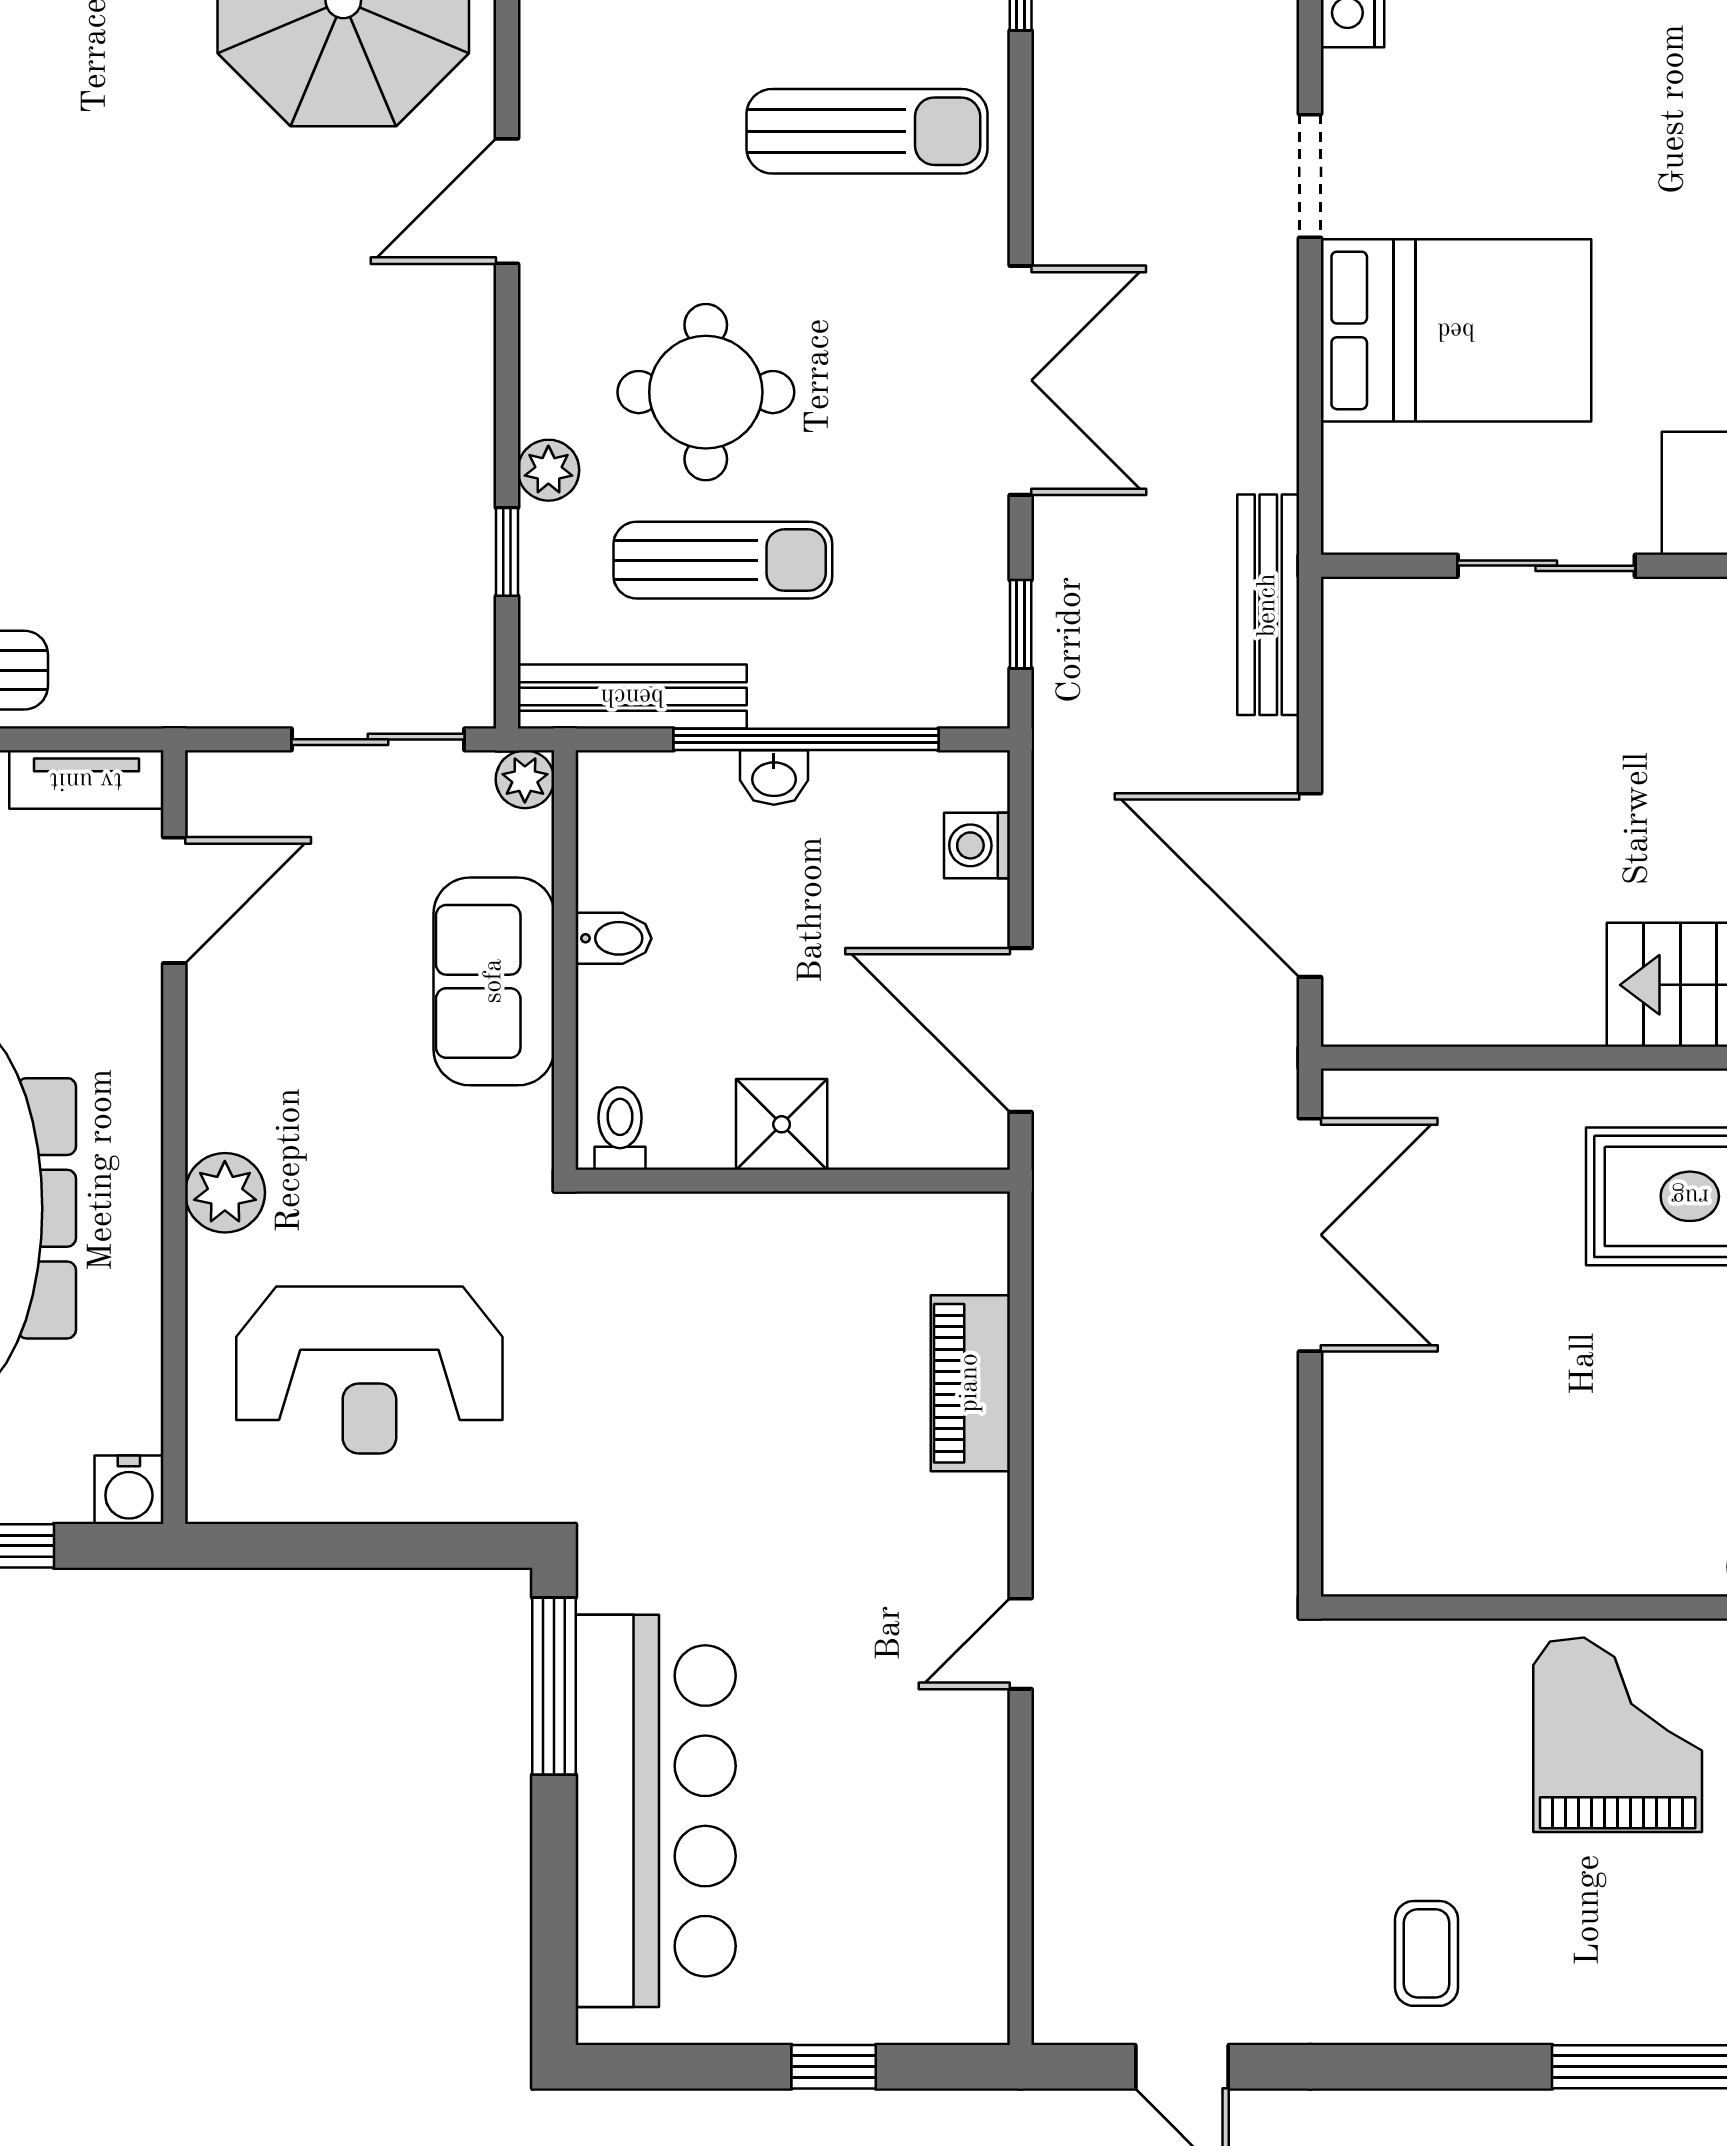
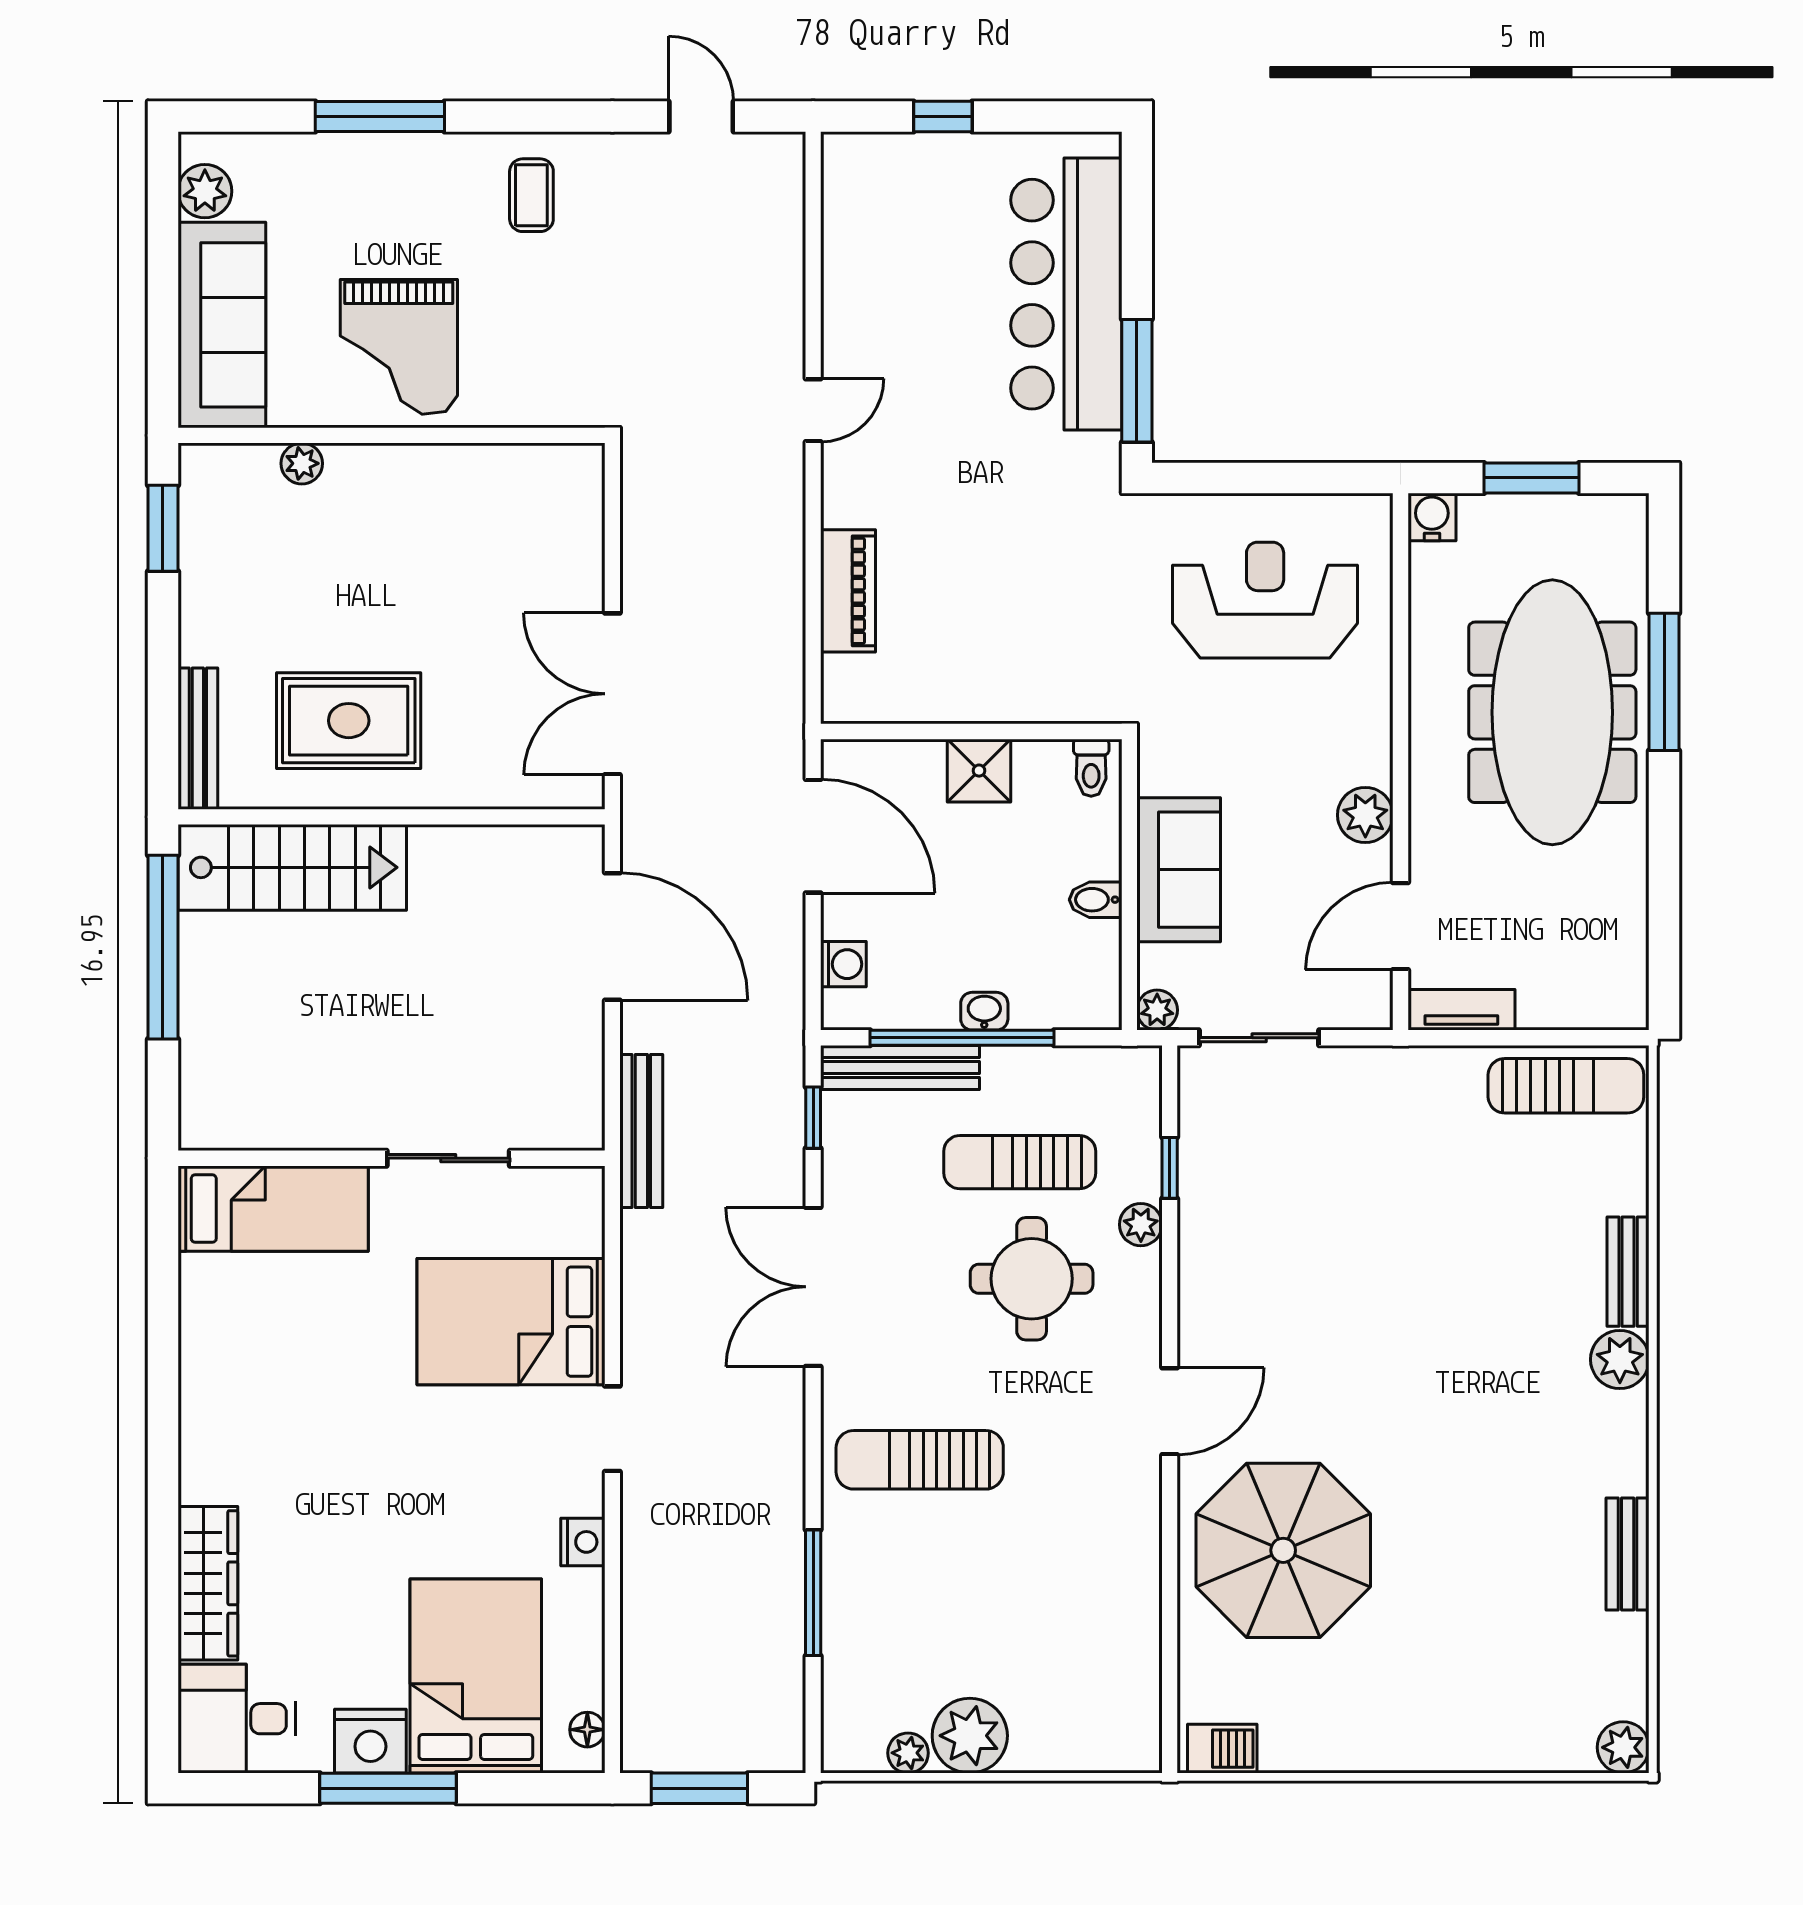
bench: (632, 696) -> (900, 1067), moved
plant: (225, 1193) -> (1365, 815), moved

